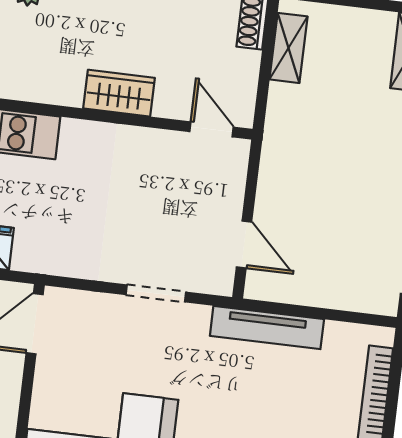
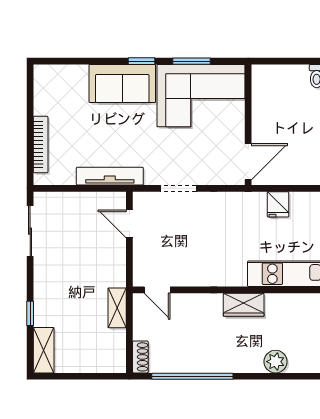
shelving: (289, 48) -> (117, 308), moved
wardrobe: (119, 93) -> (244, 305), moved

